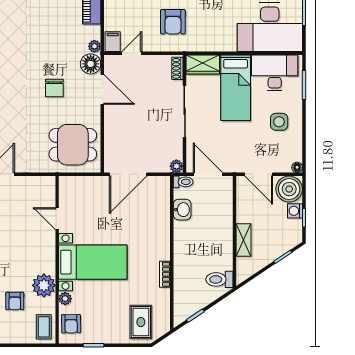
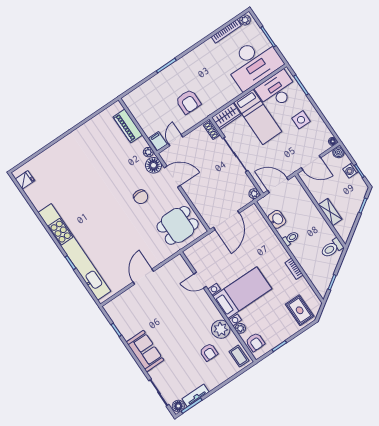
toilet: (183, 182) -> (291, 238), moved
boiler: (289, 189) -> (338, 152), width x0.54, depth x0.54

